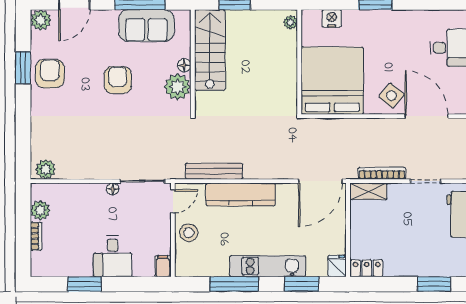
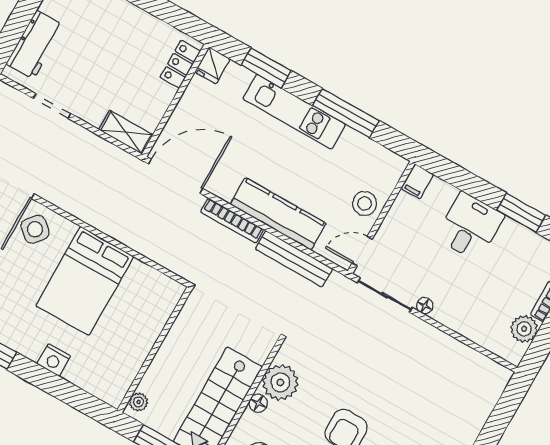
plant: (291, 22) -> (139, 402), moved
wall: (299, 62) -> (155, 350), moved
bed: (332, 81) -> (85, 281), width x0.73
plant: (46, 169) -> (490, 373), removed
bookcase: (382, 173) -> (232, 221), moved
locker: (367, 268) -> (180, 64), moved, turned 90

